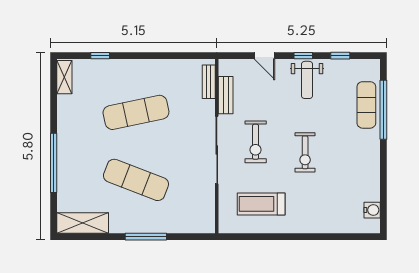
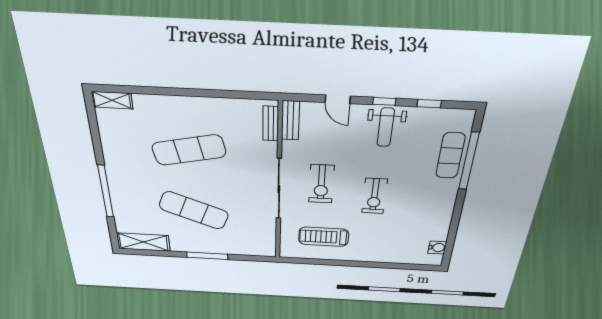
window: (100, 56) -> (142, 90), removed
shelving: (64, 77) -> (112, 100), moved, turned 90
bench: (226, 95) -> (290, 120), moved

